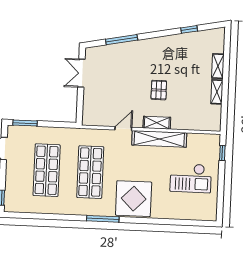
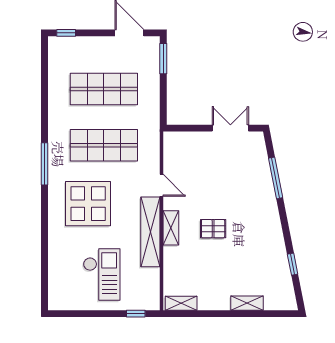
shelving: (217, 92) -> (181, 303), moved
checkout: (191, 178) -> (102, 274), turned 180
display table: (134, 199) -> (88, 204), moved

